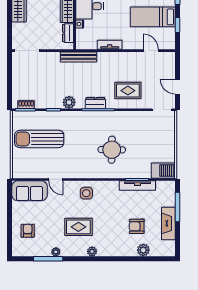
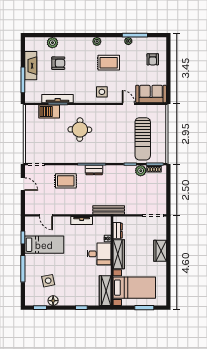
plant: (69, 102) -> (141, 171), moved
sun lounger: (39, 139) -> (143, 139), turned 90
barbecue: (163, 171) -> (49, 112), moved

